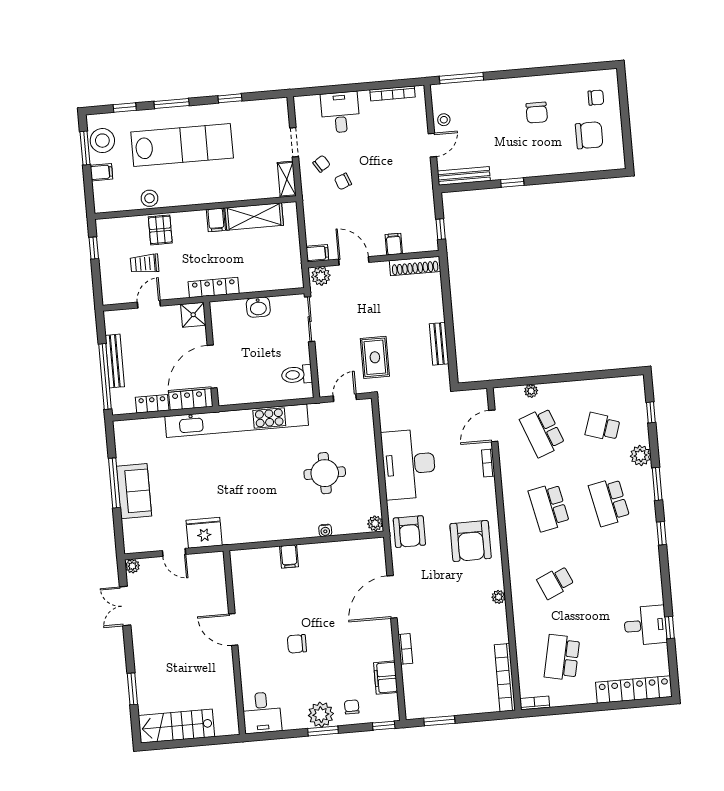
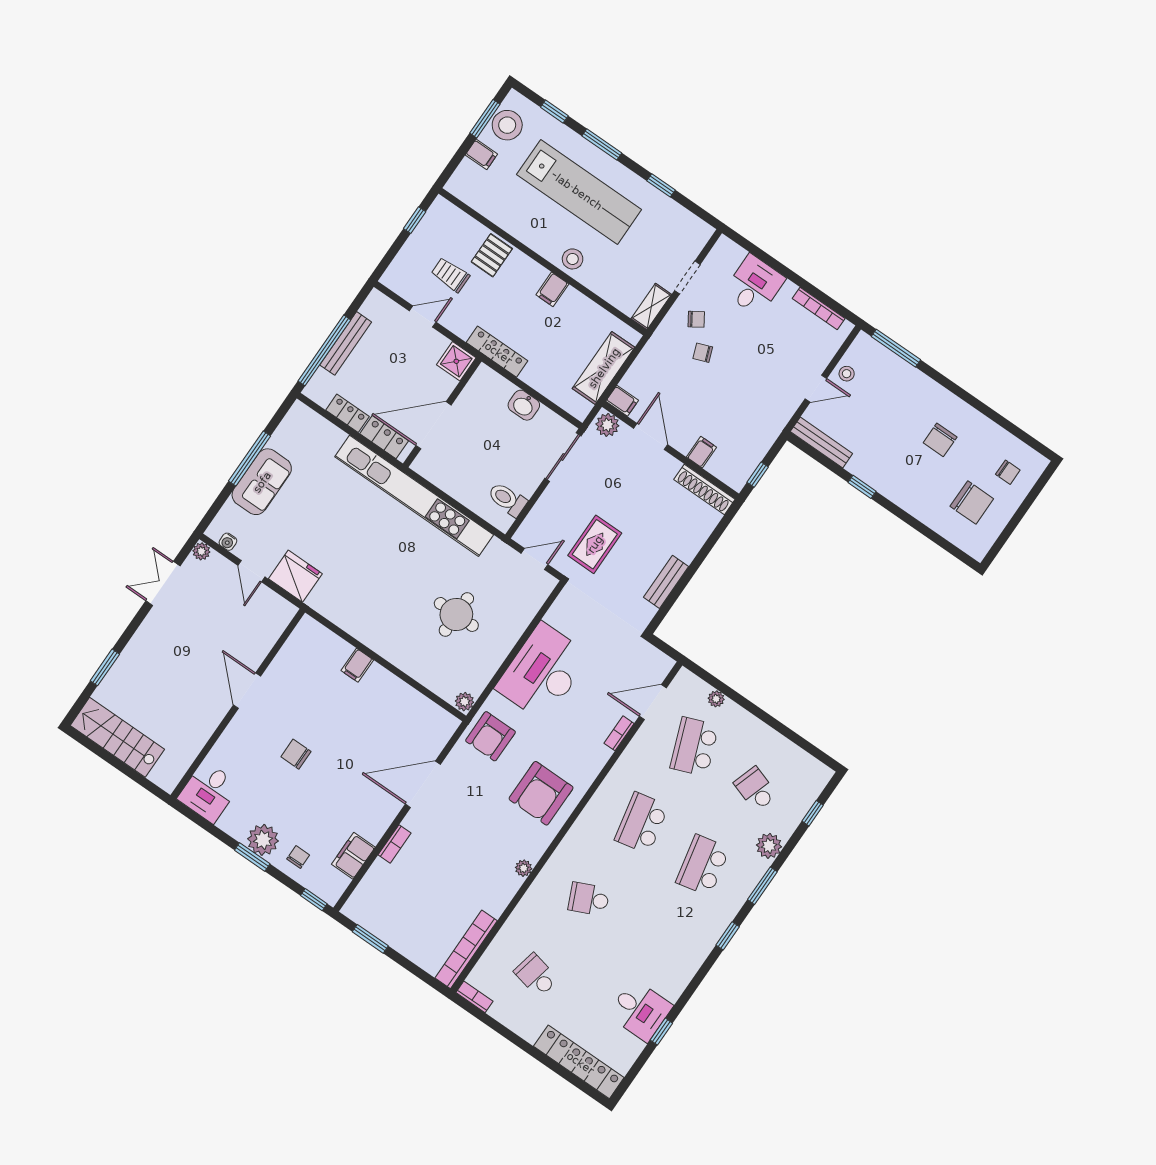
stool: (149, 198) -> (573, 259), moved
shelving: (254, 217) -> (604, 368), moved, turned 90
water cooler: (325, 530) -> (228, 542), moved
school desk: (562, 657) -> (536, 975), width x0.54

